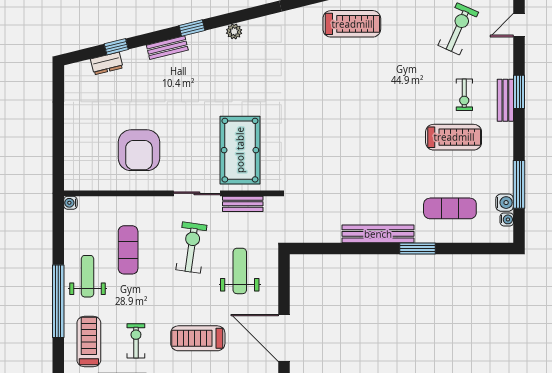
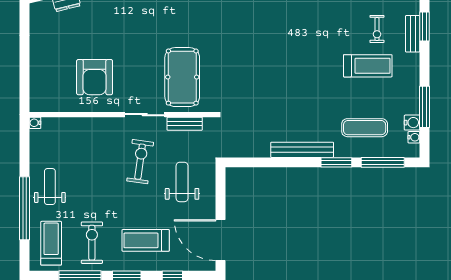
window: (471, 248) -> (383, 162), added
exercise mat: (128, 250) -> (85, 164), removed
exercise bike: (136, 341) -> (92, 243), width x1.38, depth x1.39

